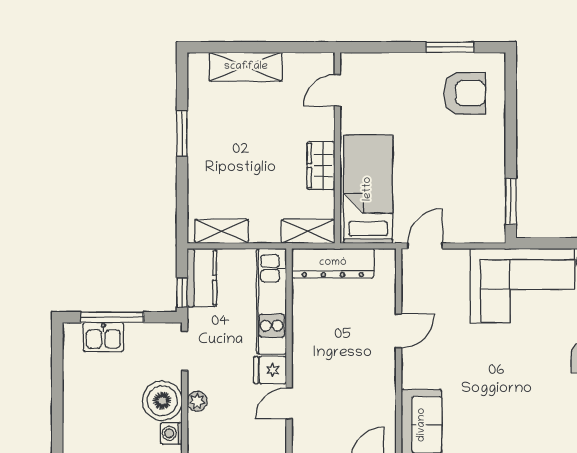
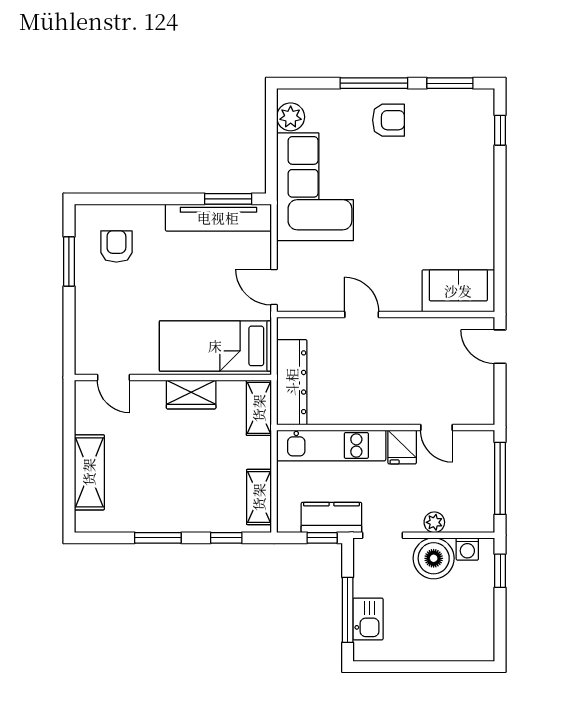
armchair: (464, 93) -> (116, 246), width x0.72, depth x0.72
tv unit: (492, 192) -> (218, 218), added
window: (182, 200) -> (226, 538), added
kitchen counter: (202, 278) -> (331, 517), moved

